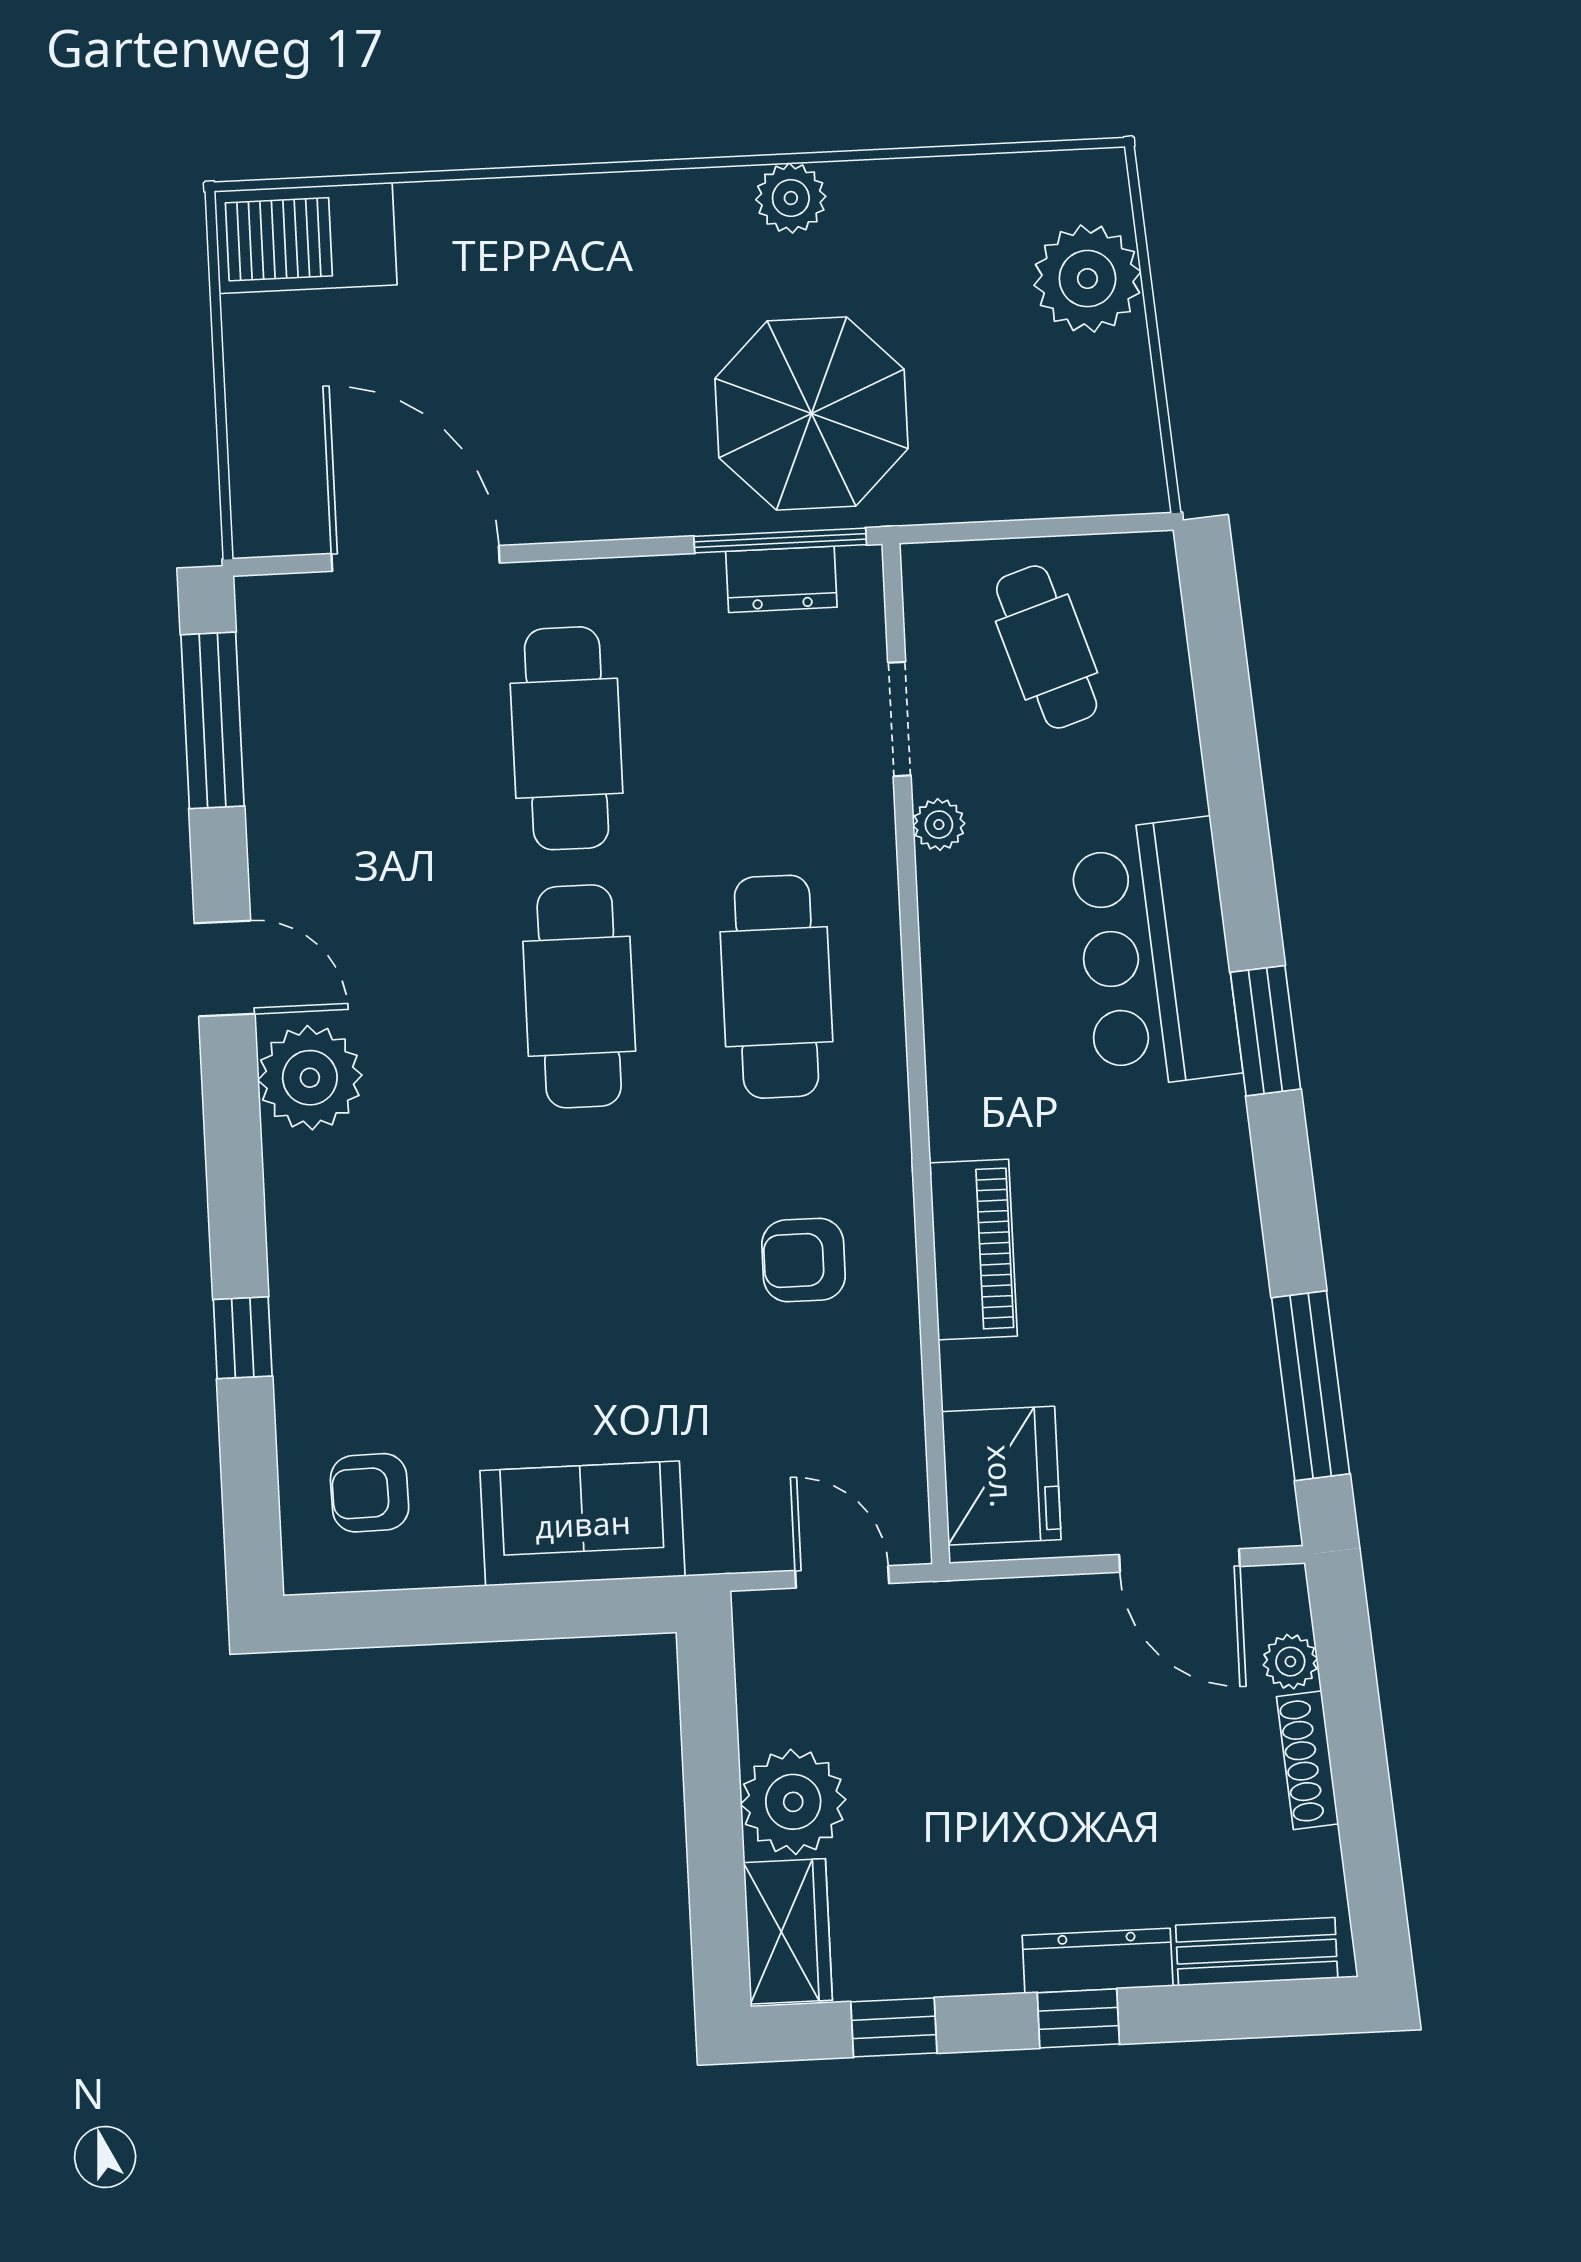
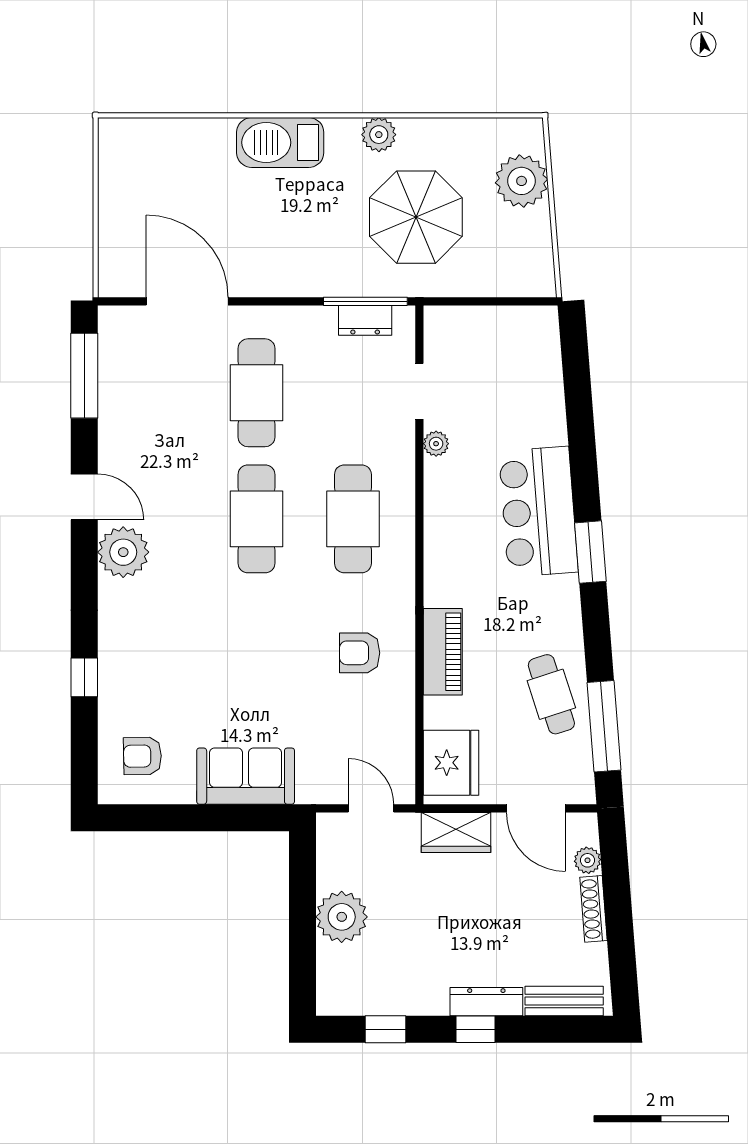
barbecue: (306, 238) -> (280, 142), moved
parasol: (811, 413) -> (416, 217), moved
cafe table: (1047, 647) -> (551, 694), moved
wardrobe: (788, 1931) -> (456, 832), moved, turned 90

